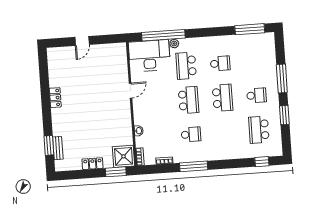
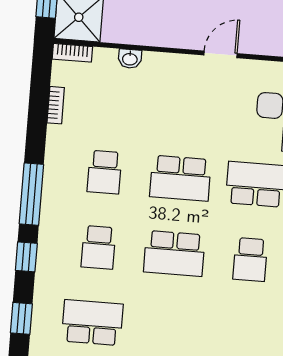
door: (131, 91) -> (220, 54), swing flipped
school desk: (257, 95) -> (98, 247), moved
window: (234, 164) -> (26, 257), added
window: (194, 166) -> (31, 194), moved

